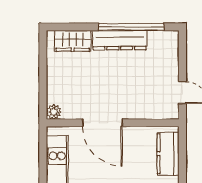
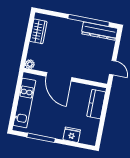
dresser: (120, 40) -> (100, 31), moved
wardrobe: (73, 41) -> (38, 31), moved, turned -90

